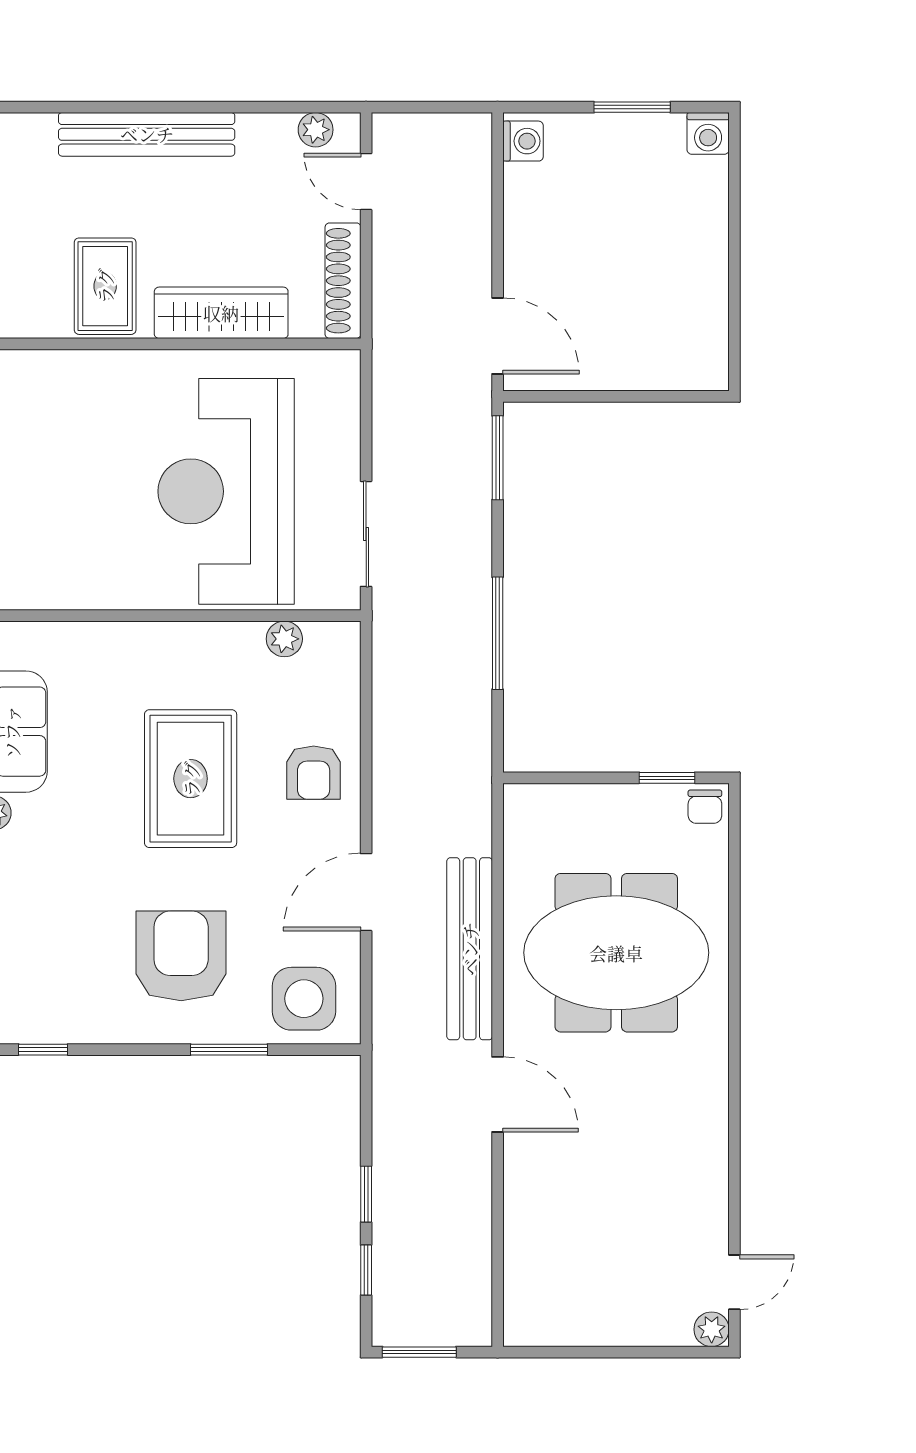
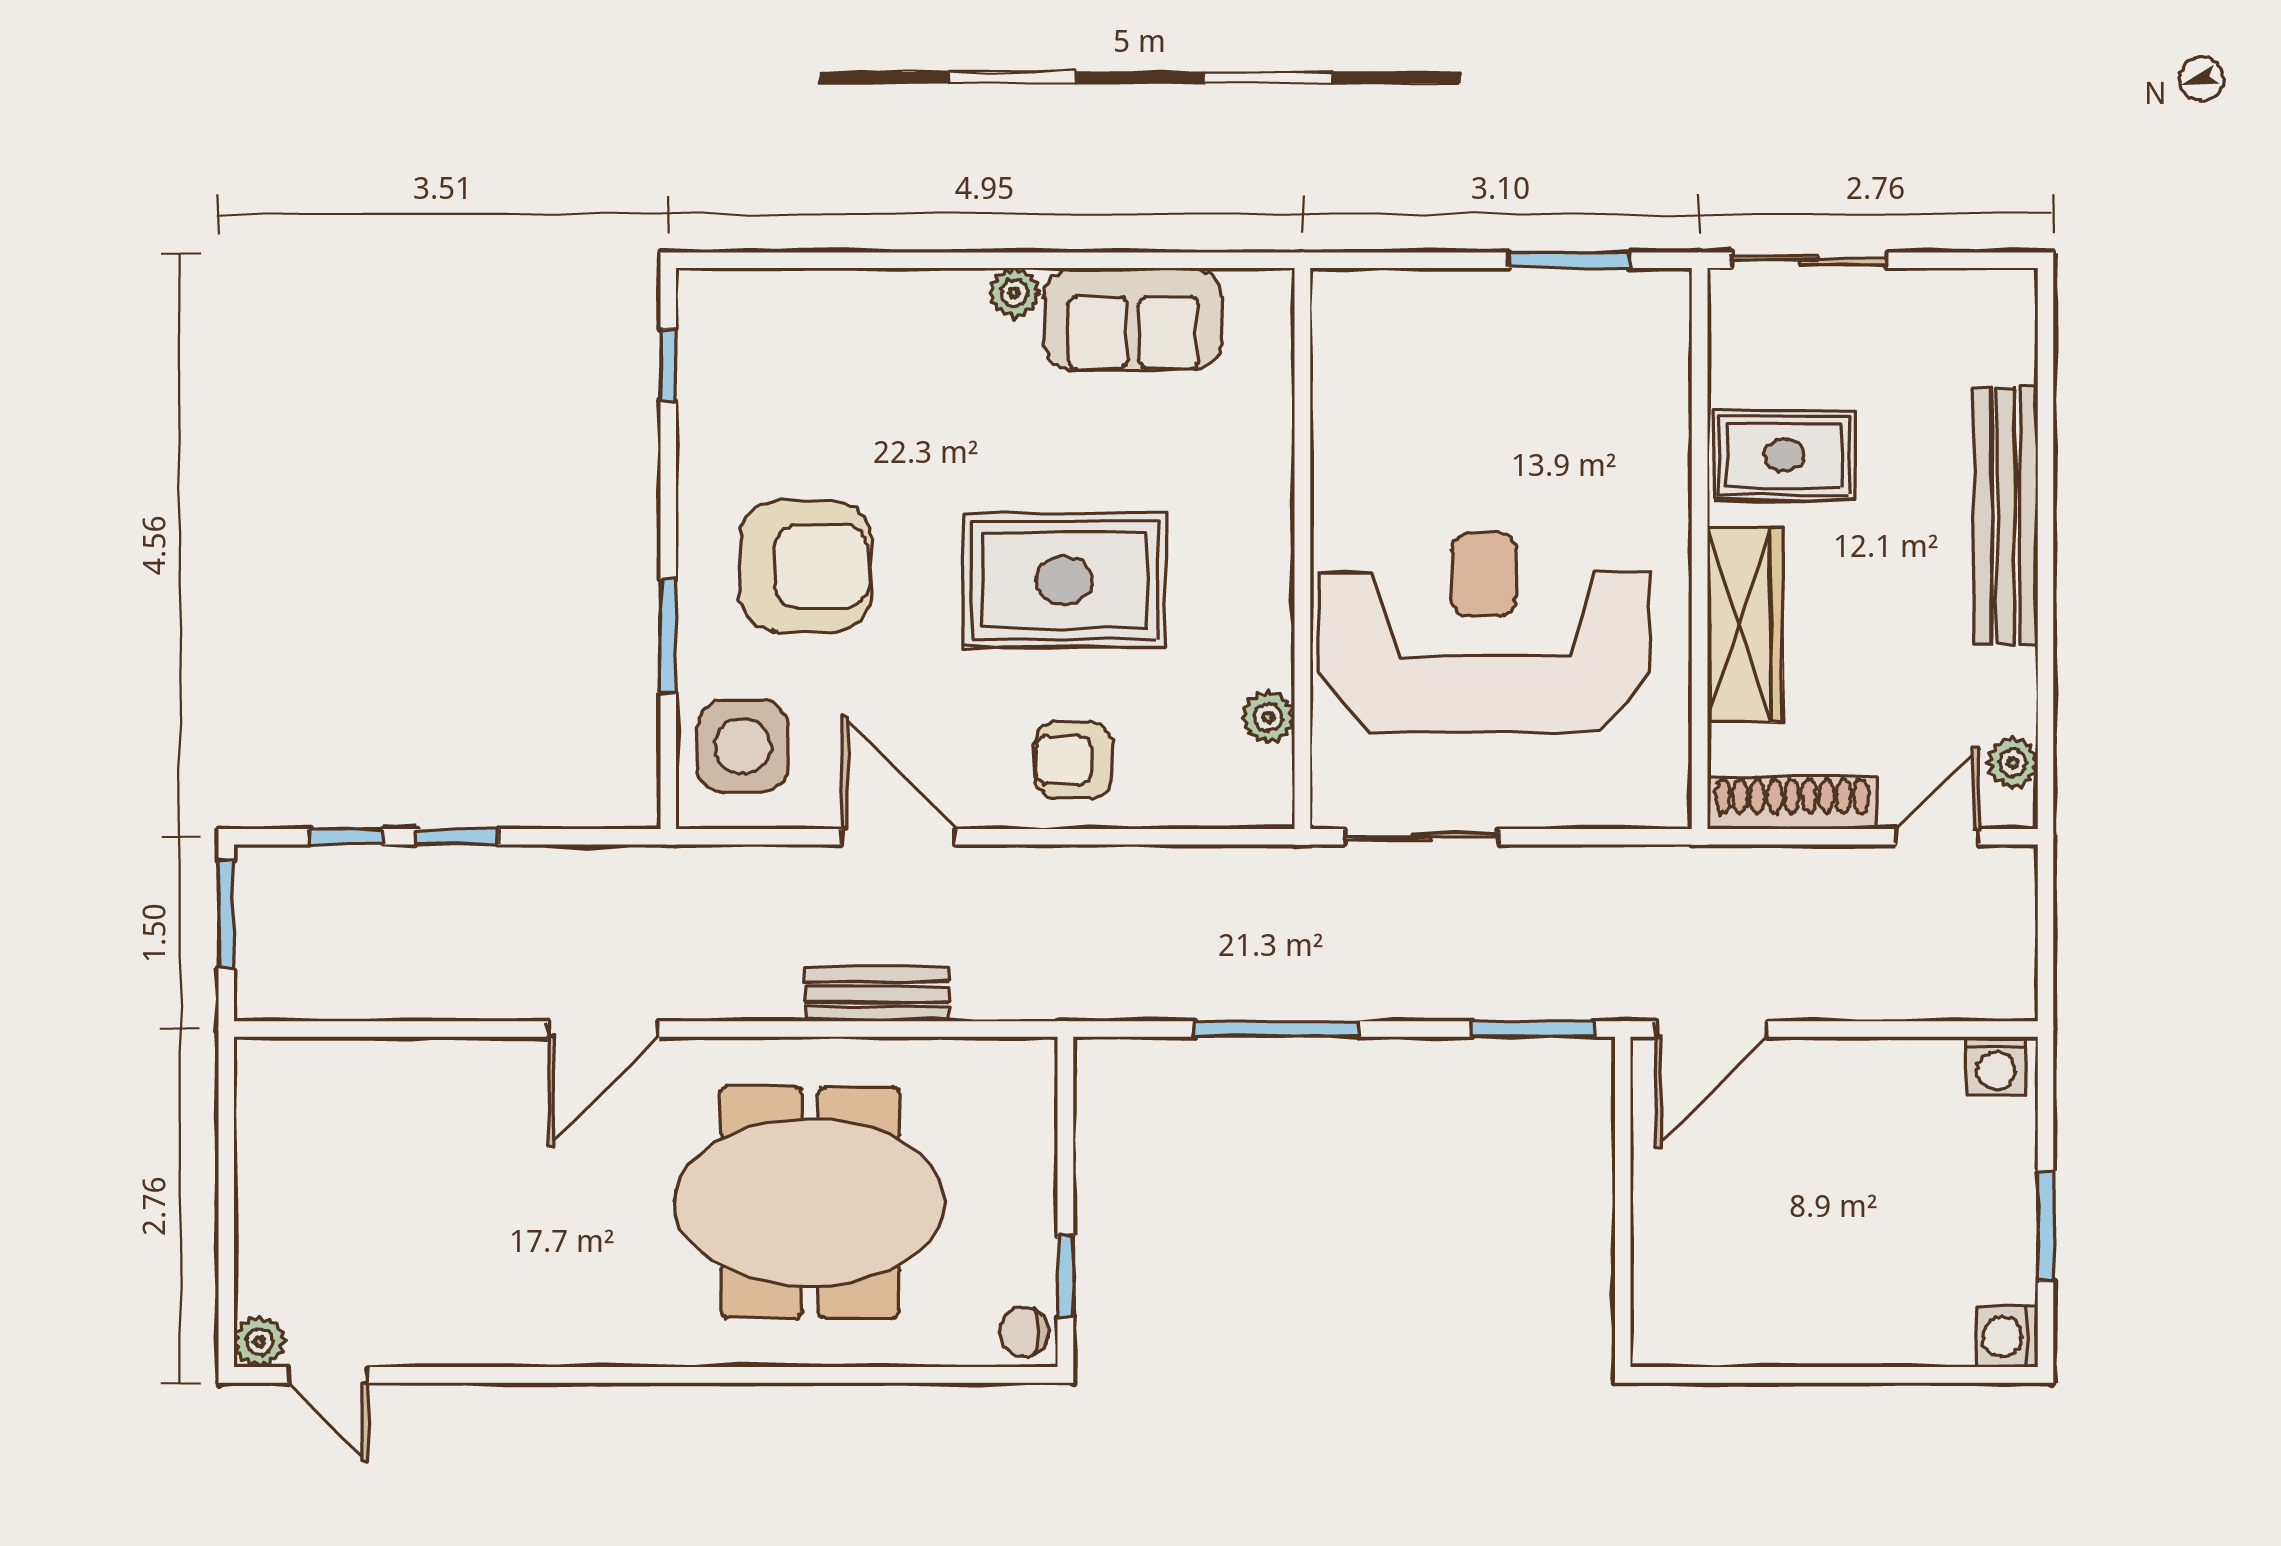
bench: (470, 949) -> (877, 994), width x0.54, depth x0.82
meeting table: (616, 953) -> (810, 1202), turned 90

